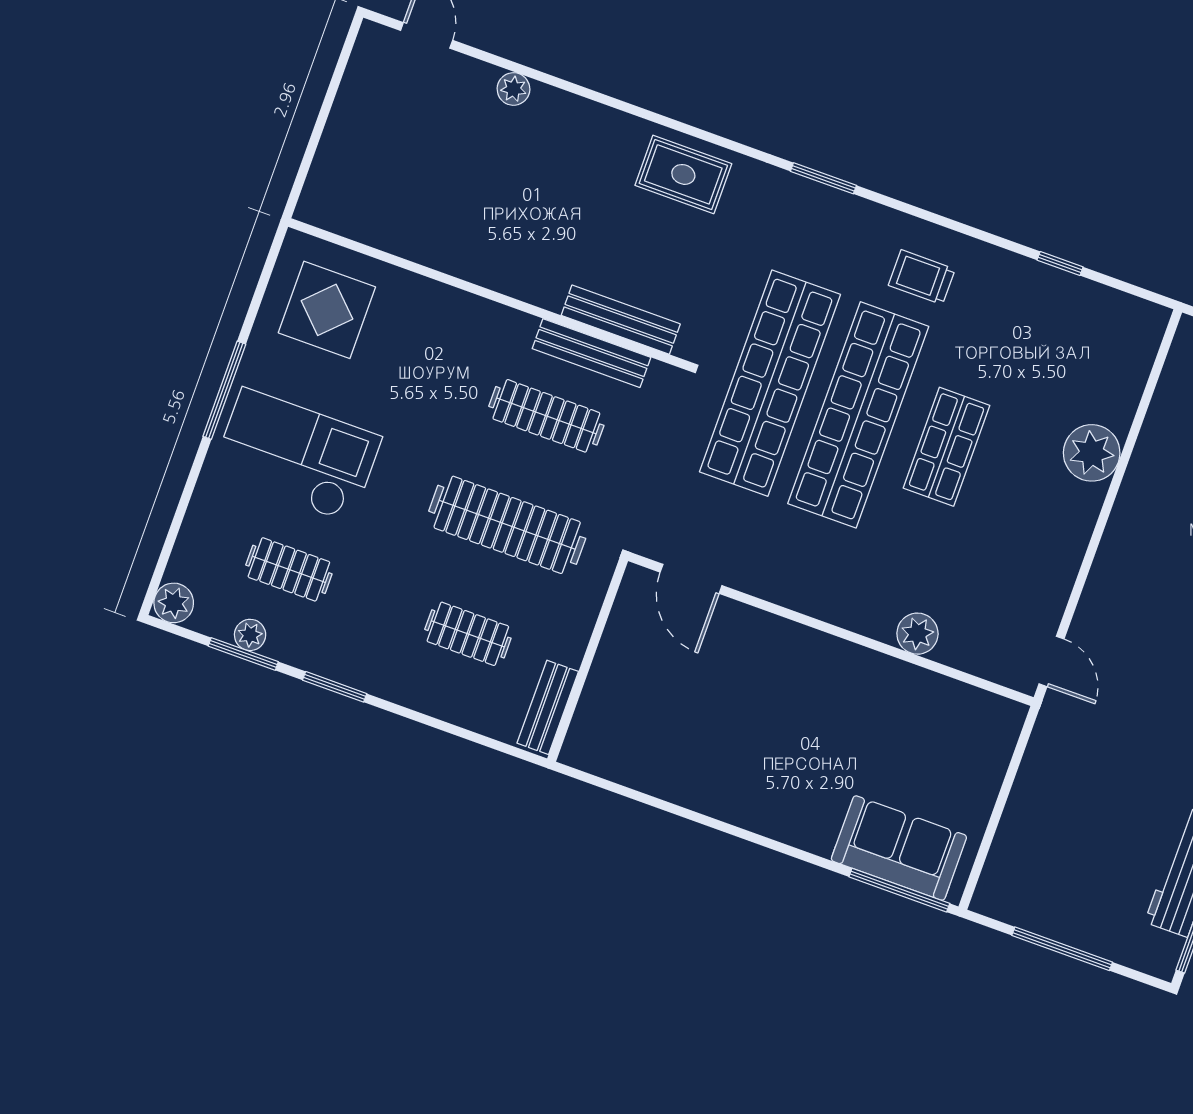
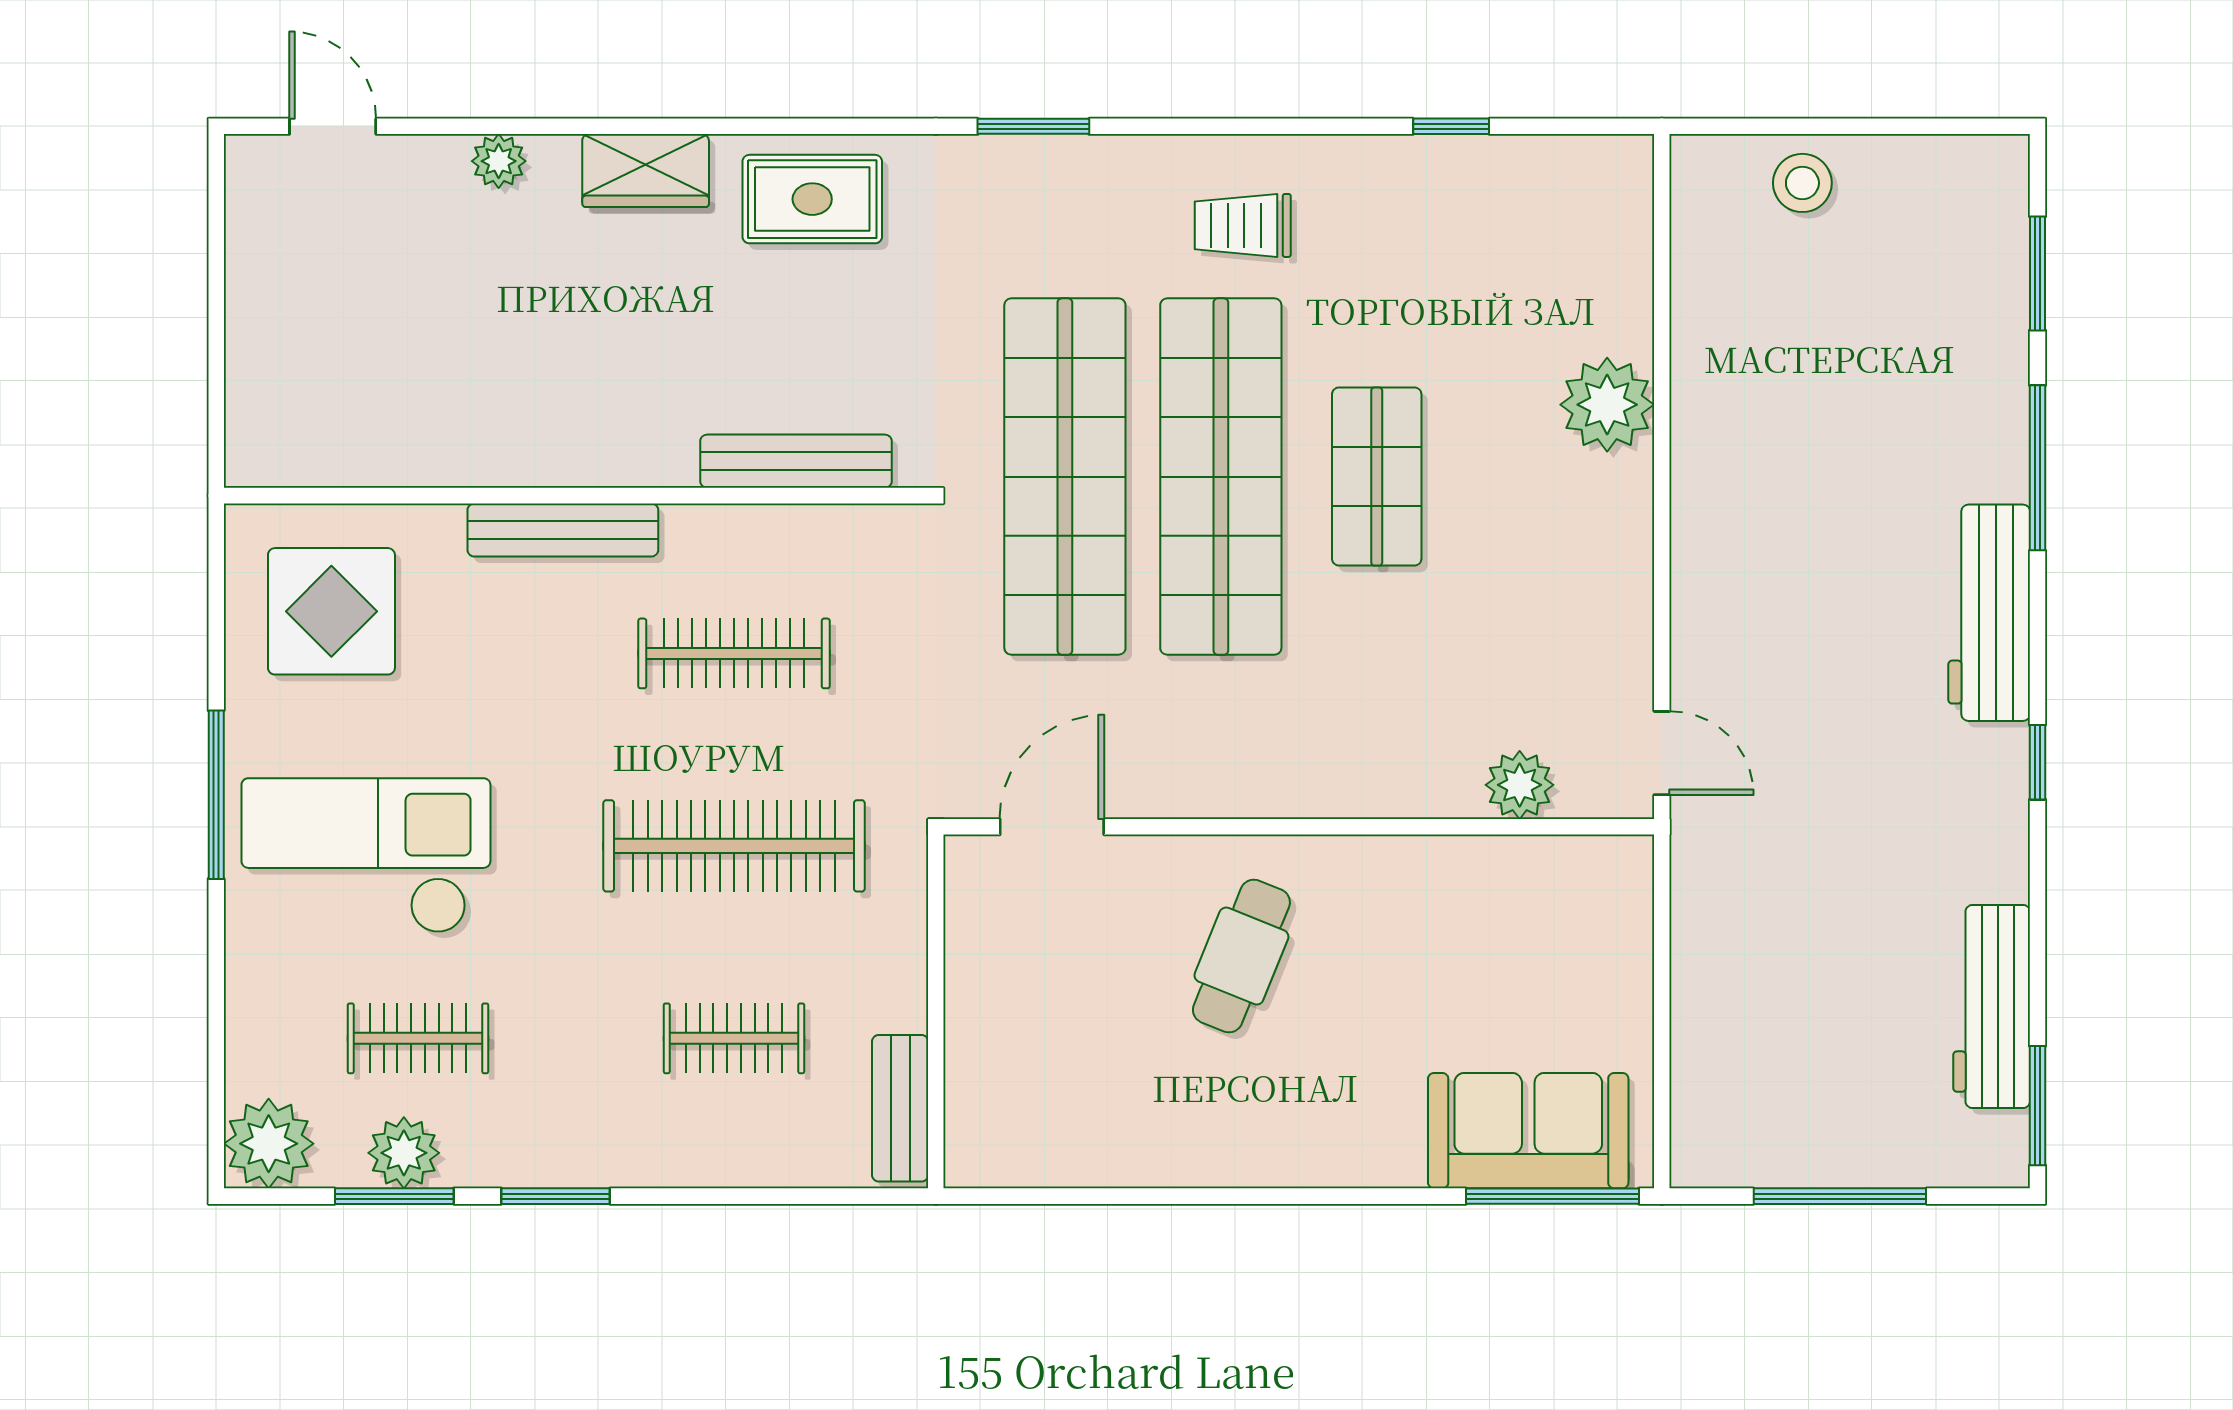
wardrobe: (595, 124) -> (646, 171), added
bench: (591, 353) -> (563, 530), moved
door: (691, 579) -> (1052, 827), swing flipped
plant: (174, 603) -> (269, 1144), width x1.36, depth x1.36
plant: (917, 634) -> (1520, 785), moved
plant: (250, 635) -> (404, 1153), width x1.38, depth x1.38
cafe table: (772, 691) -> (1241, 956), added

